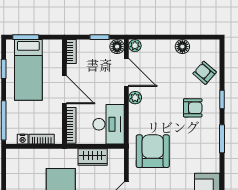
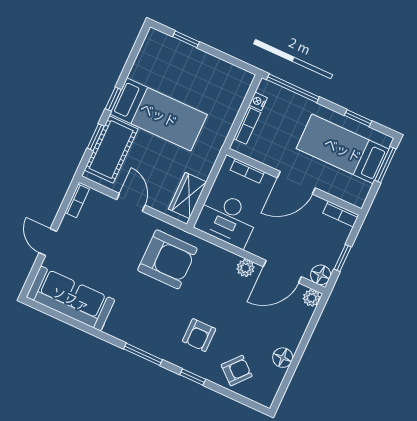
bookcase: (71, 125) -> (247, 171), width x0.64
wardrobe: (93, 157) -> (188, 196), moved

